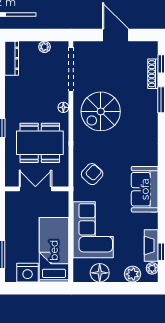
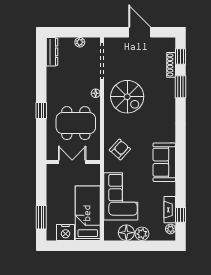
spiral stairs: (101, 111) -> (127, 97), turned -90
plant: (133, 274) -> (142, 234), moved

